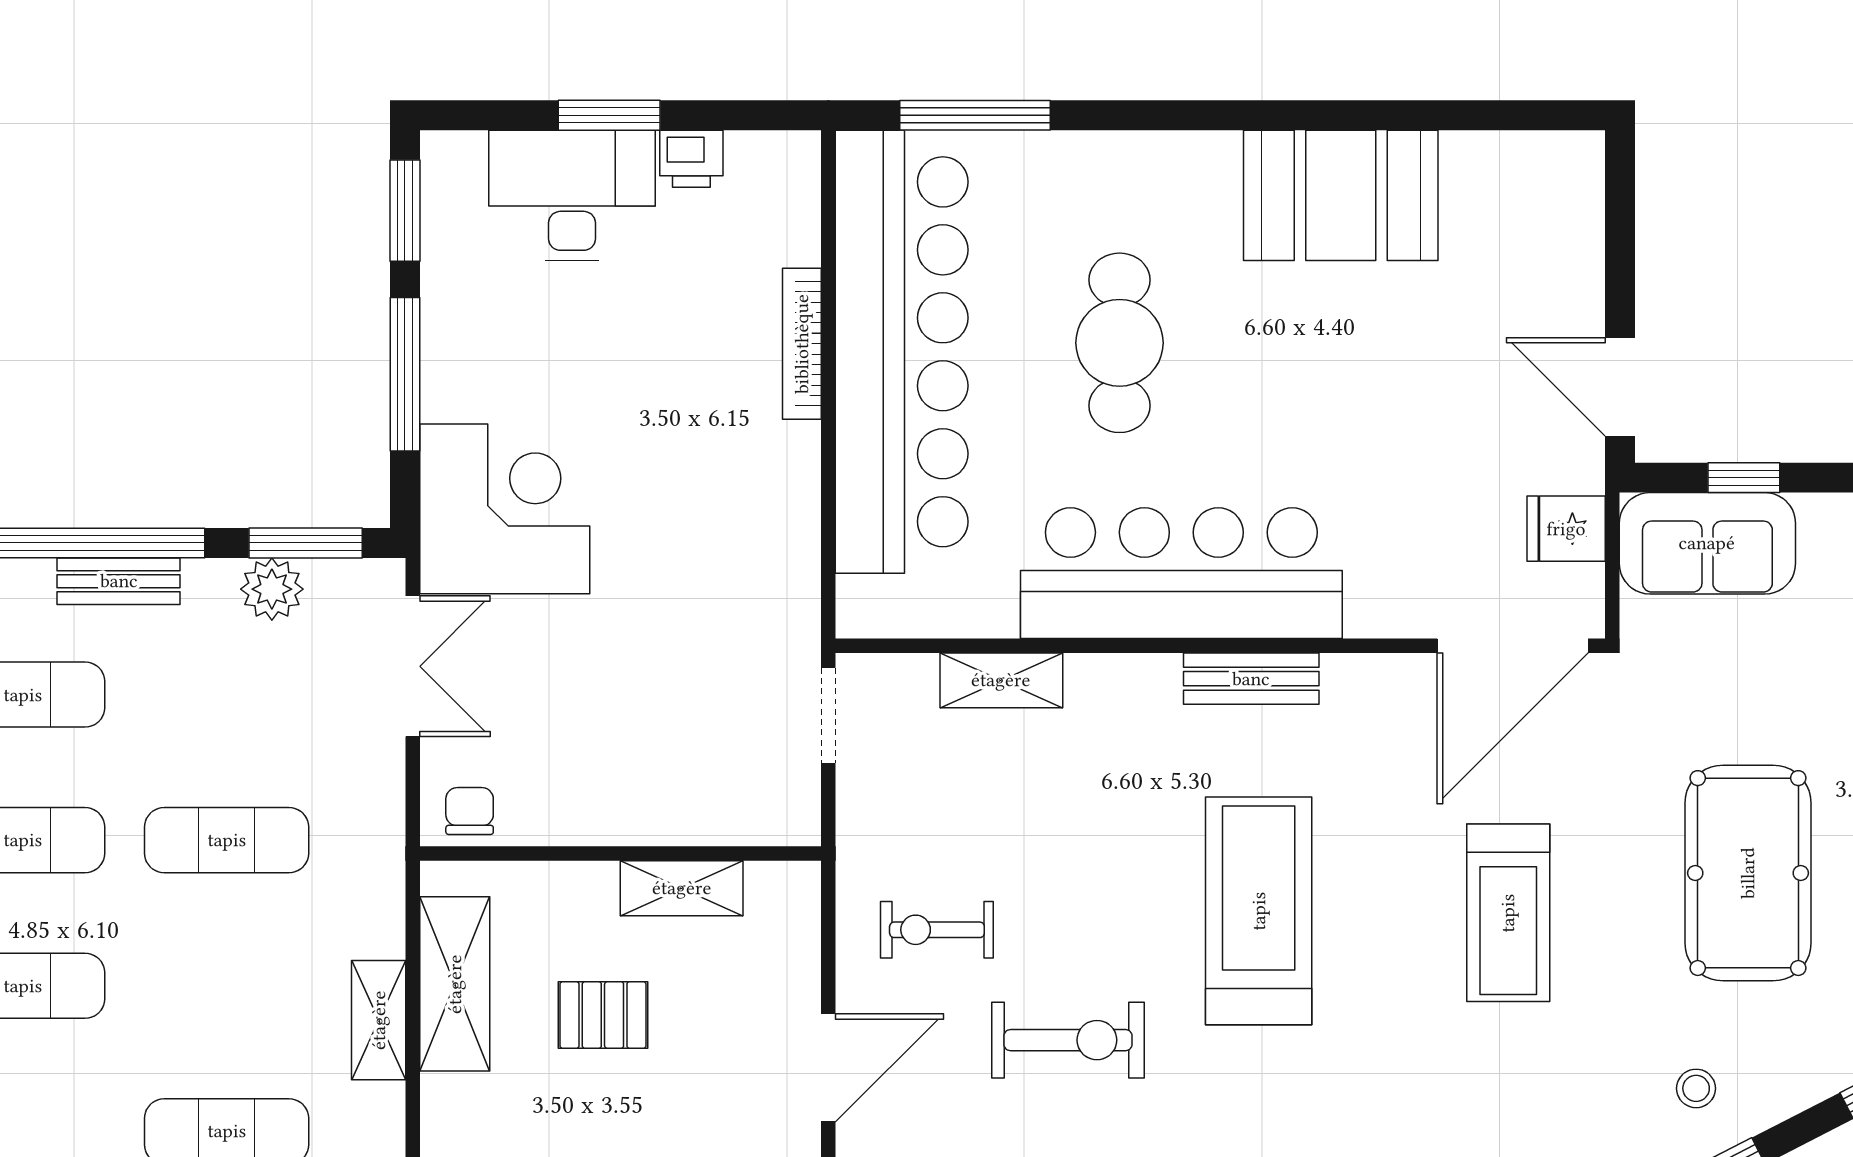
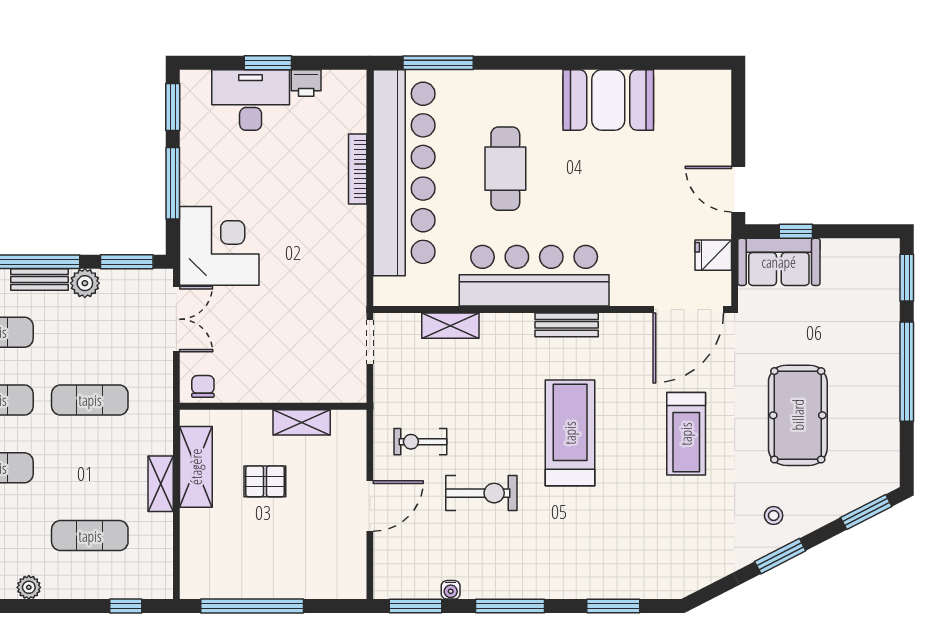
plant: (272, 589) -> (85, 283), moved

